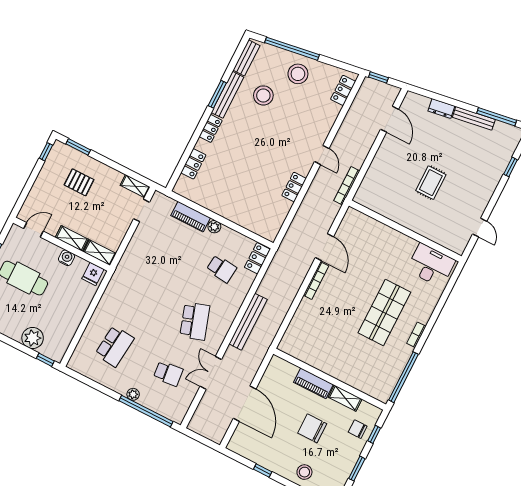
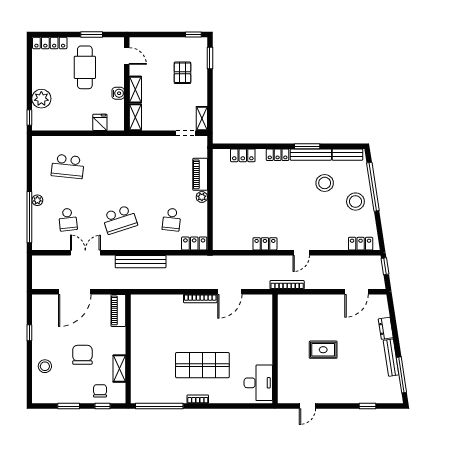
fridge: (93, 274) -> (100, 122), moved, turned 90
piano: (313, 383) -> (118, 310), moved

